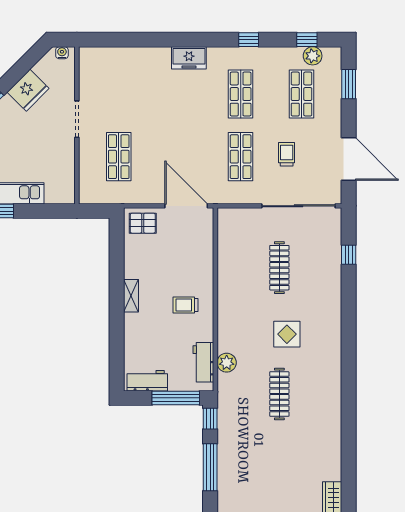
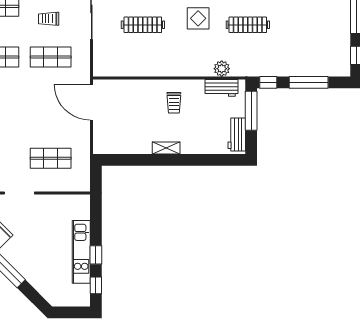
door: (186, 206) -> (91, 102), hinge flipped
pallet: (143, 223) -> (106, 138), removed

